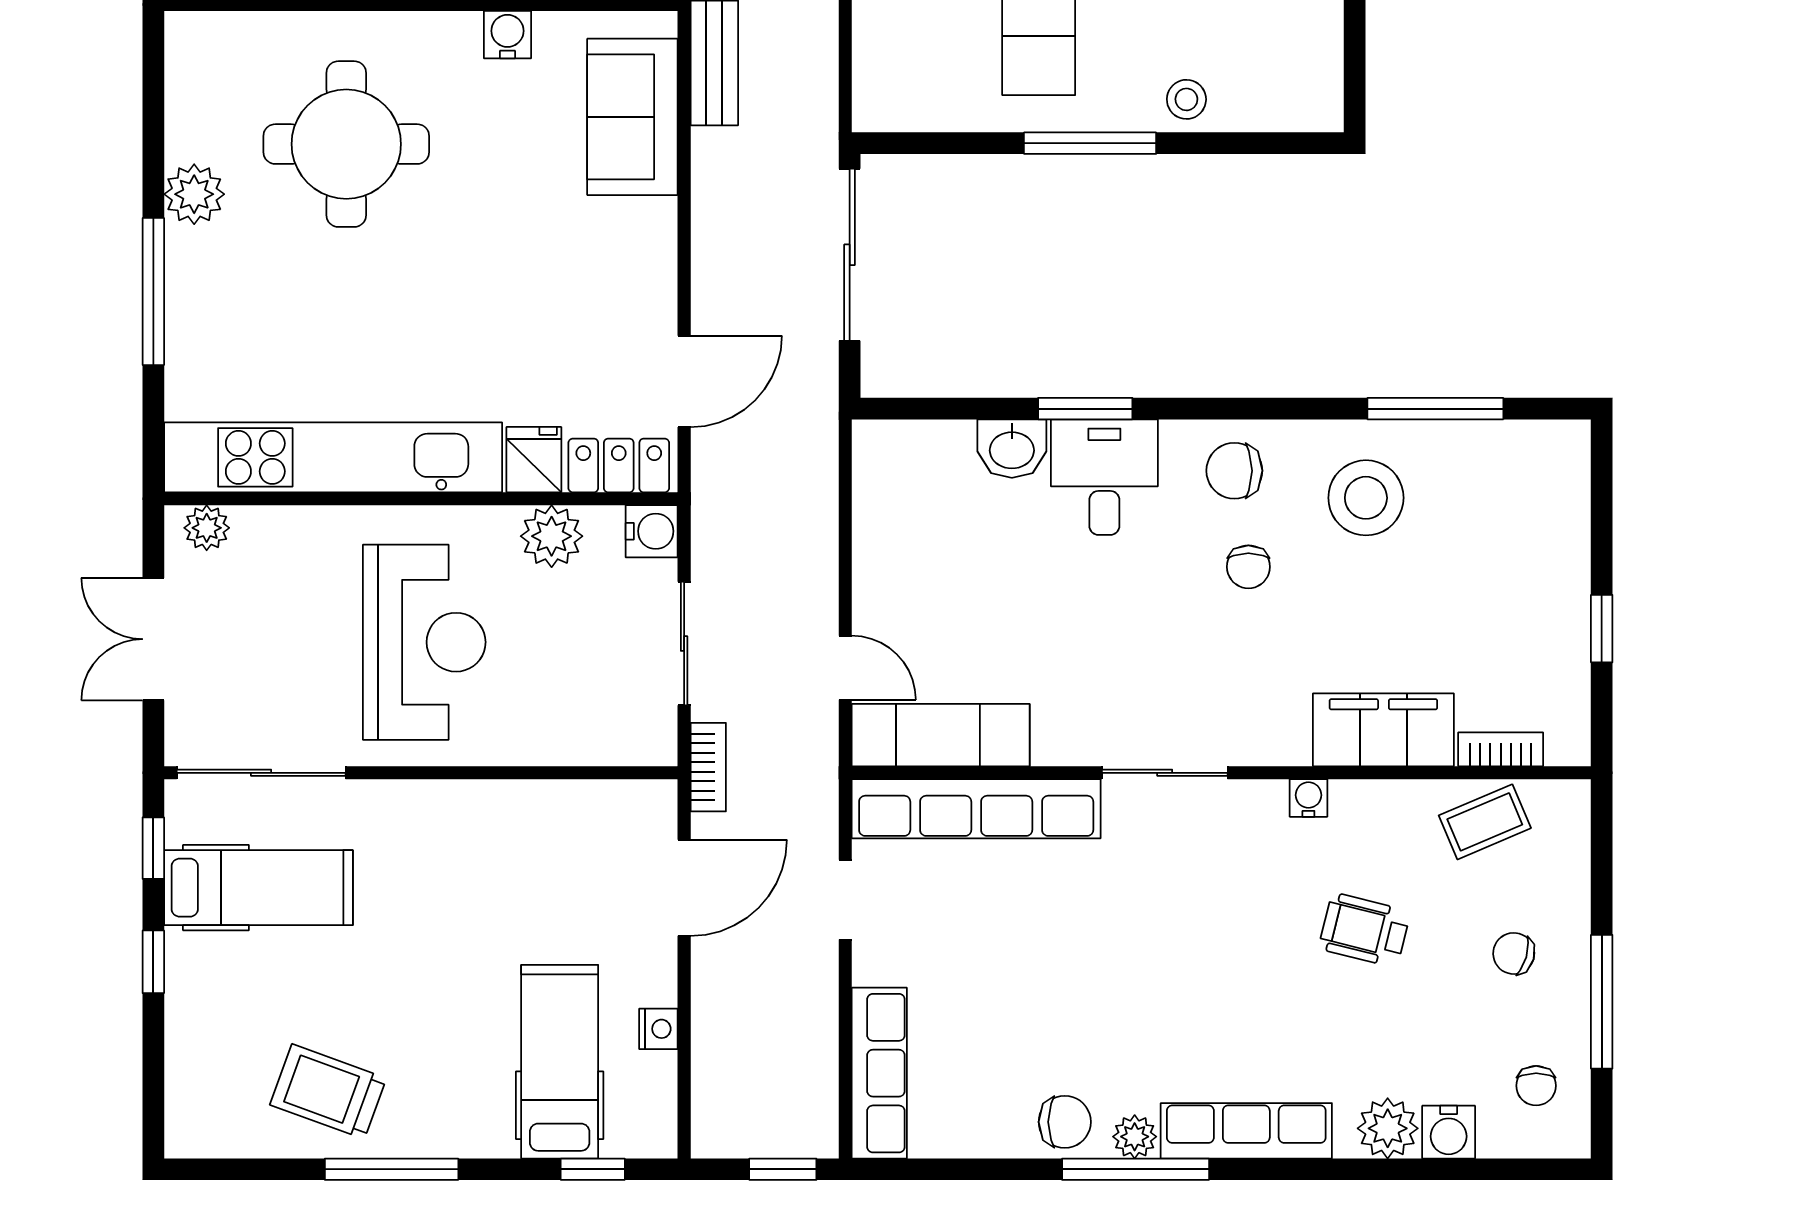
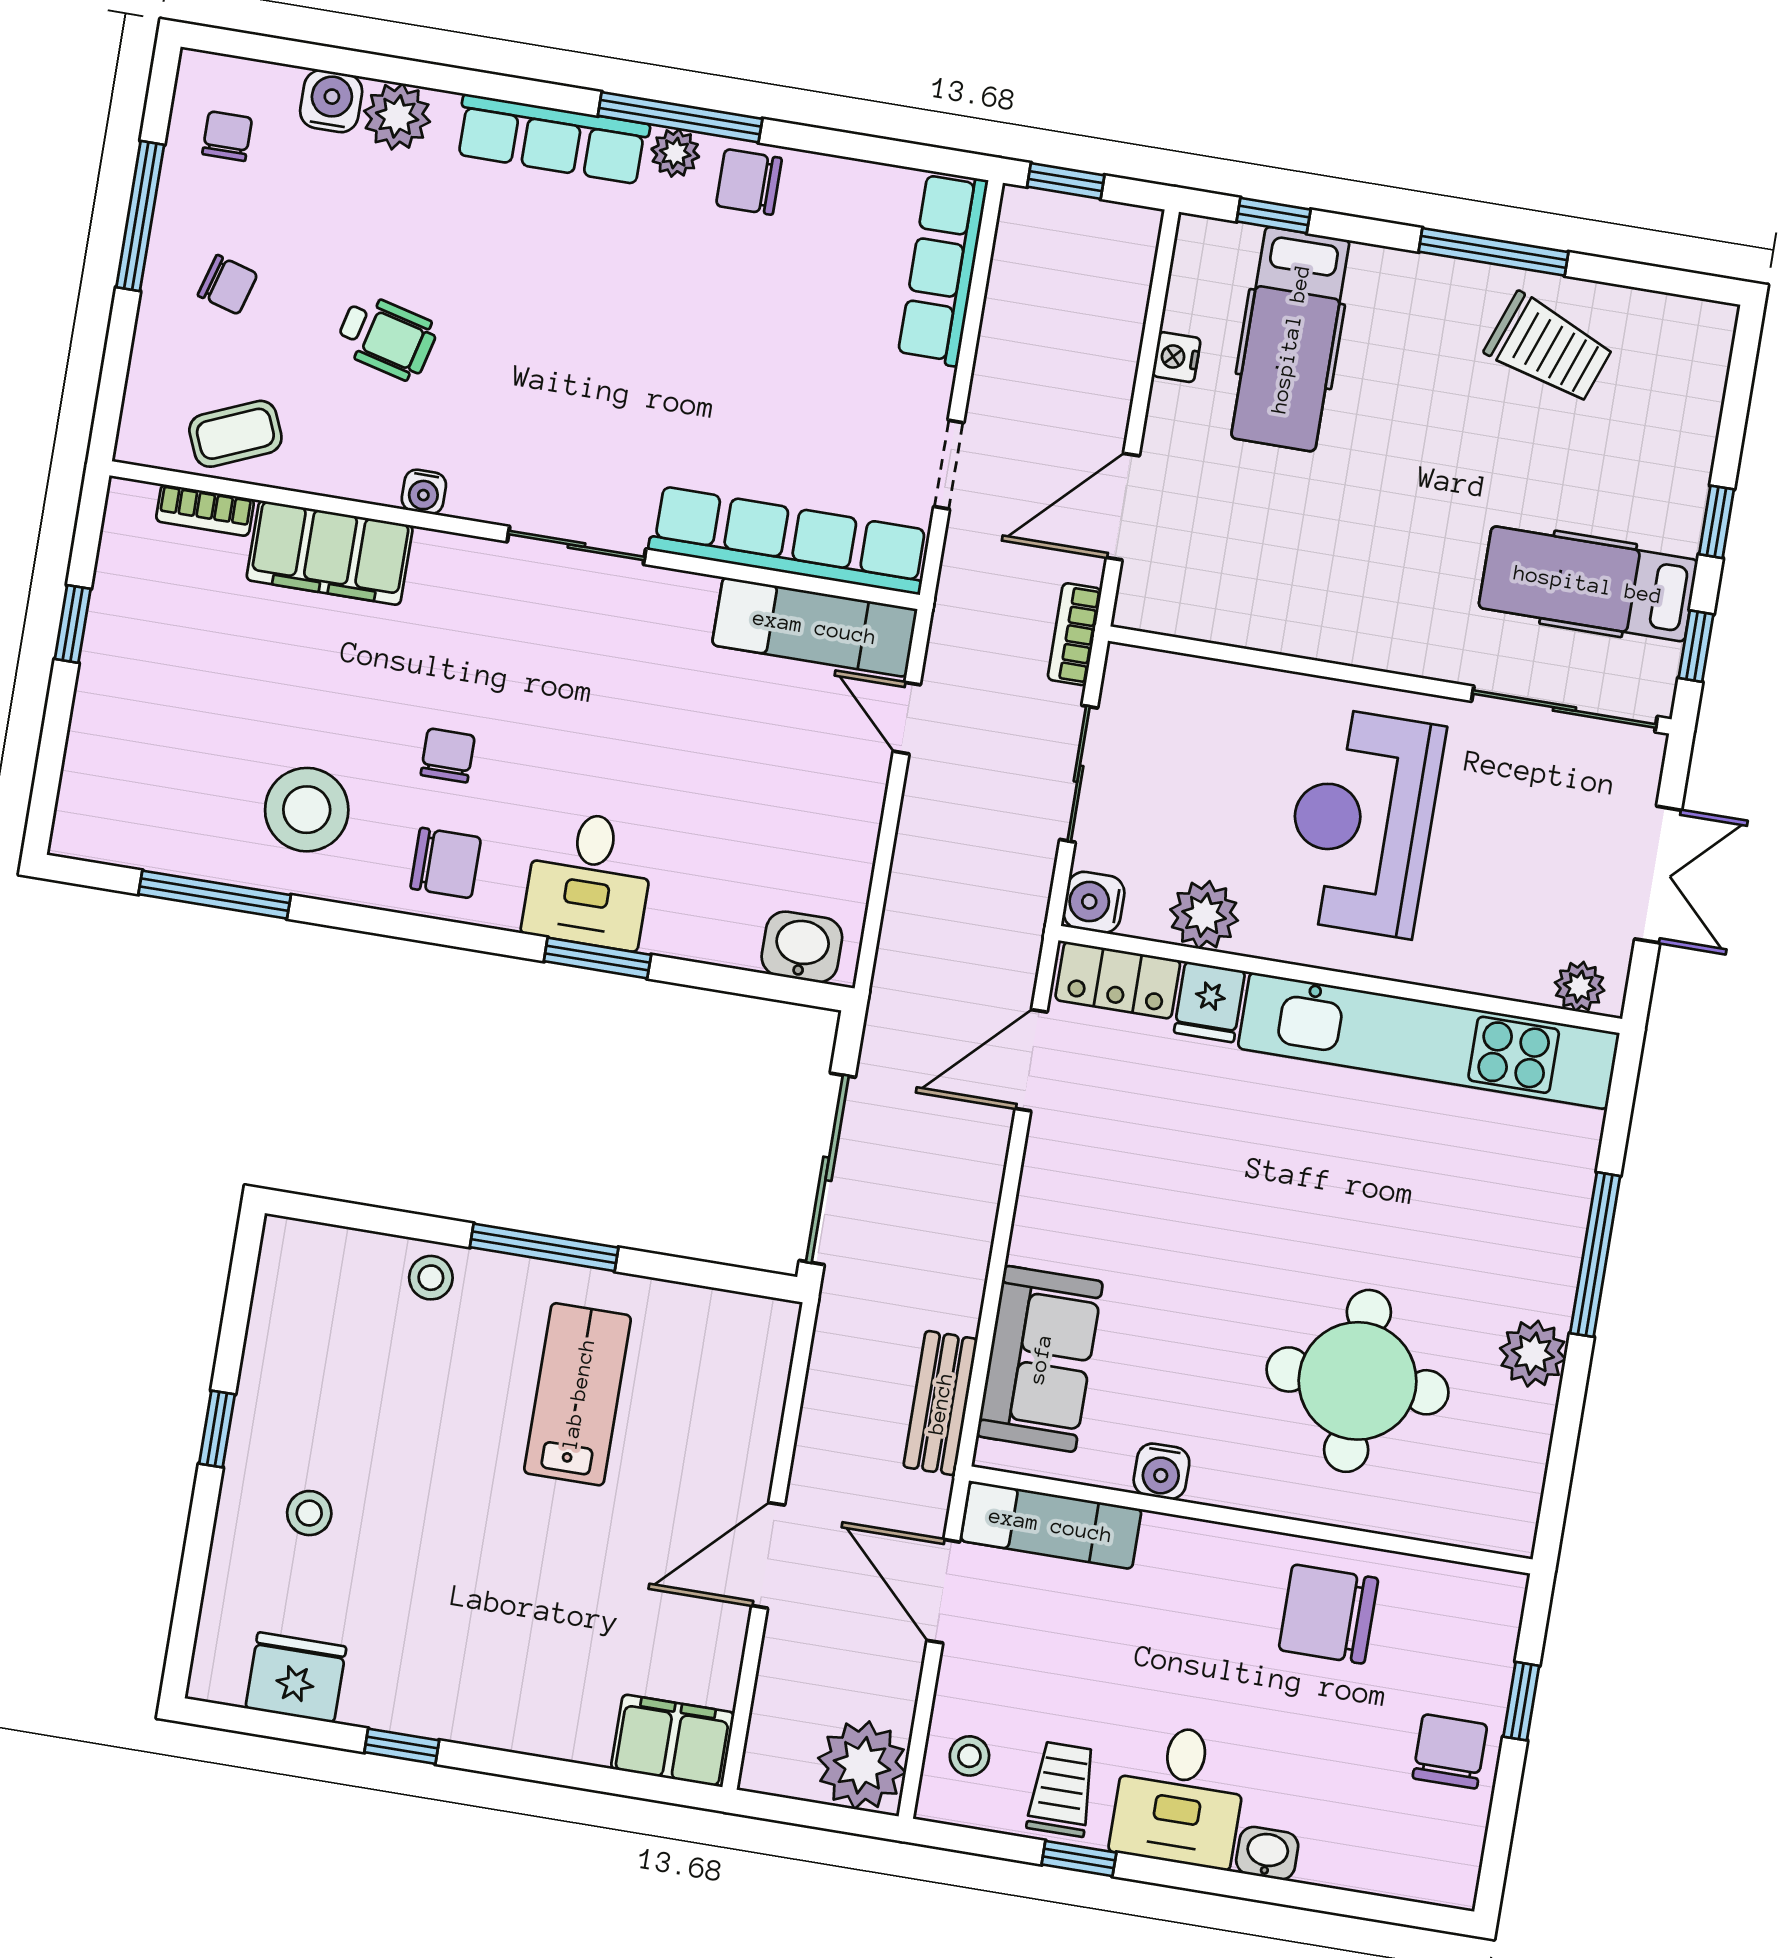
washbasin: (1012, 449) -> (802, 947), moved

